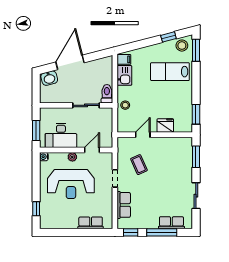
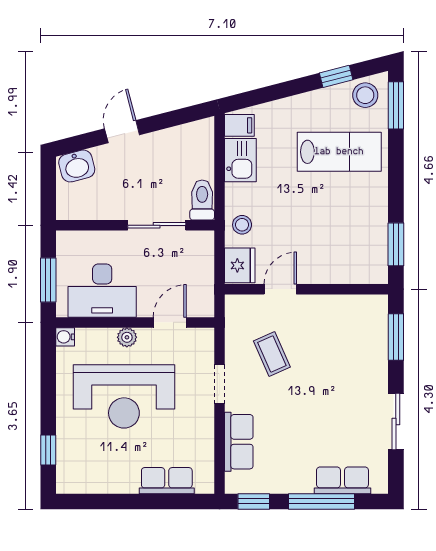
door: (70, 62) -> (122, 132), width x0.53
lab bench: (170, 72) -> (339, 152), turned 180
fridge: (165, 125) -> (240, 265), moved, turned 90

